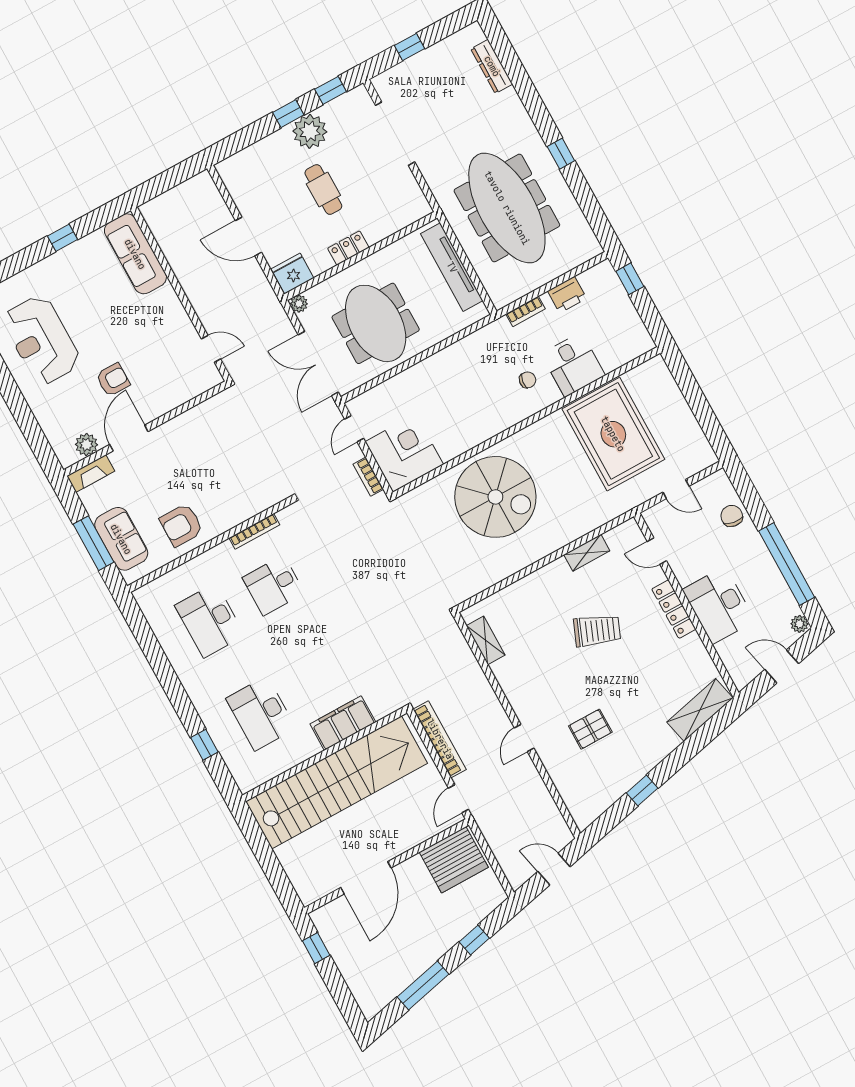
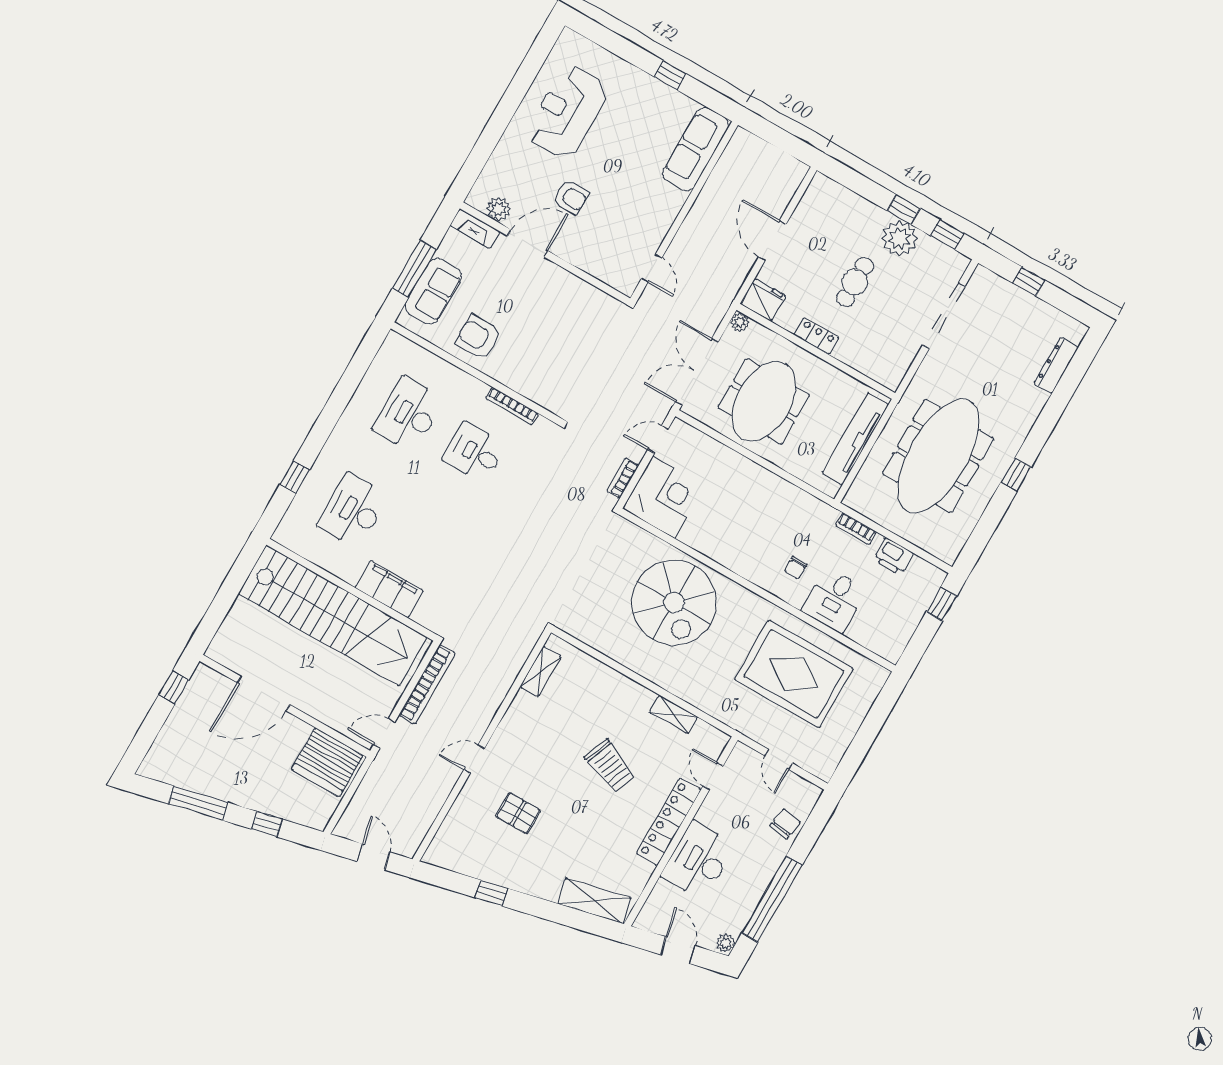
chair: (528, 380) -> (796, 568), turned 83
rug: (613, 434) -> (794, 674), turned 90
locker: (674, 609) -> (669, 822), width x1.41, depth x1.21

